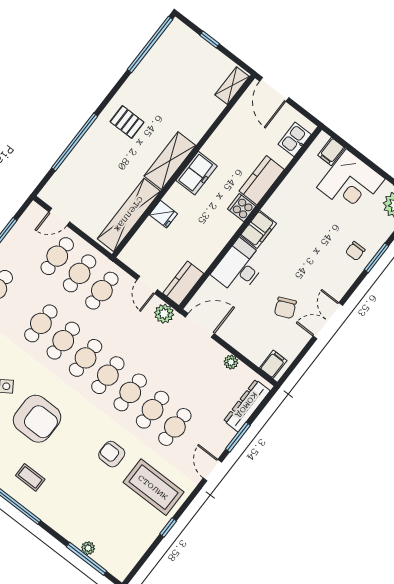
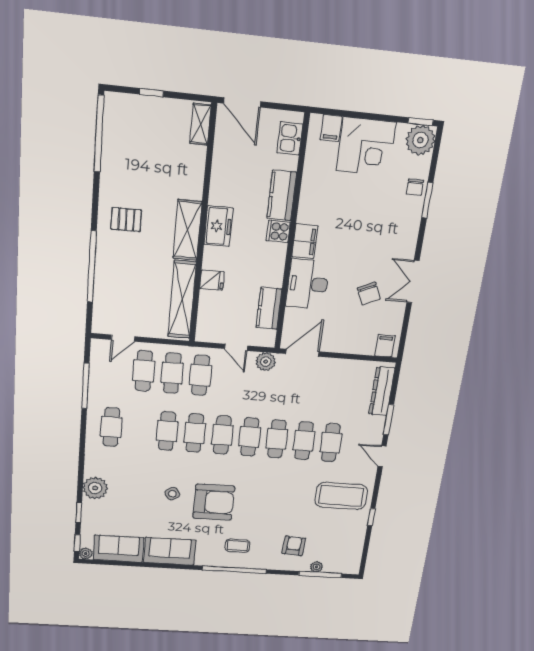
chair: (355, 251) -> (415, 187), moved
kitchen counter: (183, 283) -> (269, 308), moved
plant: (231, 362) -> (347, 366), removed
armchair: (112, 454) -> (294, 546), moved, turned 94

